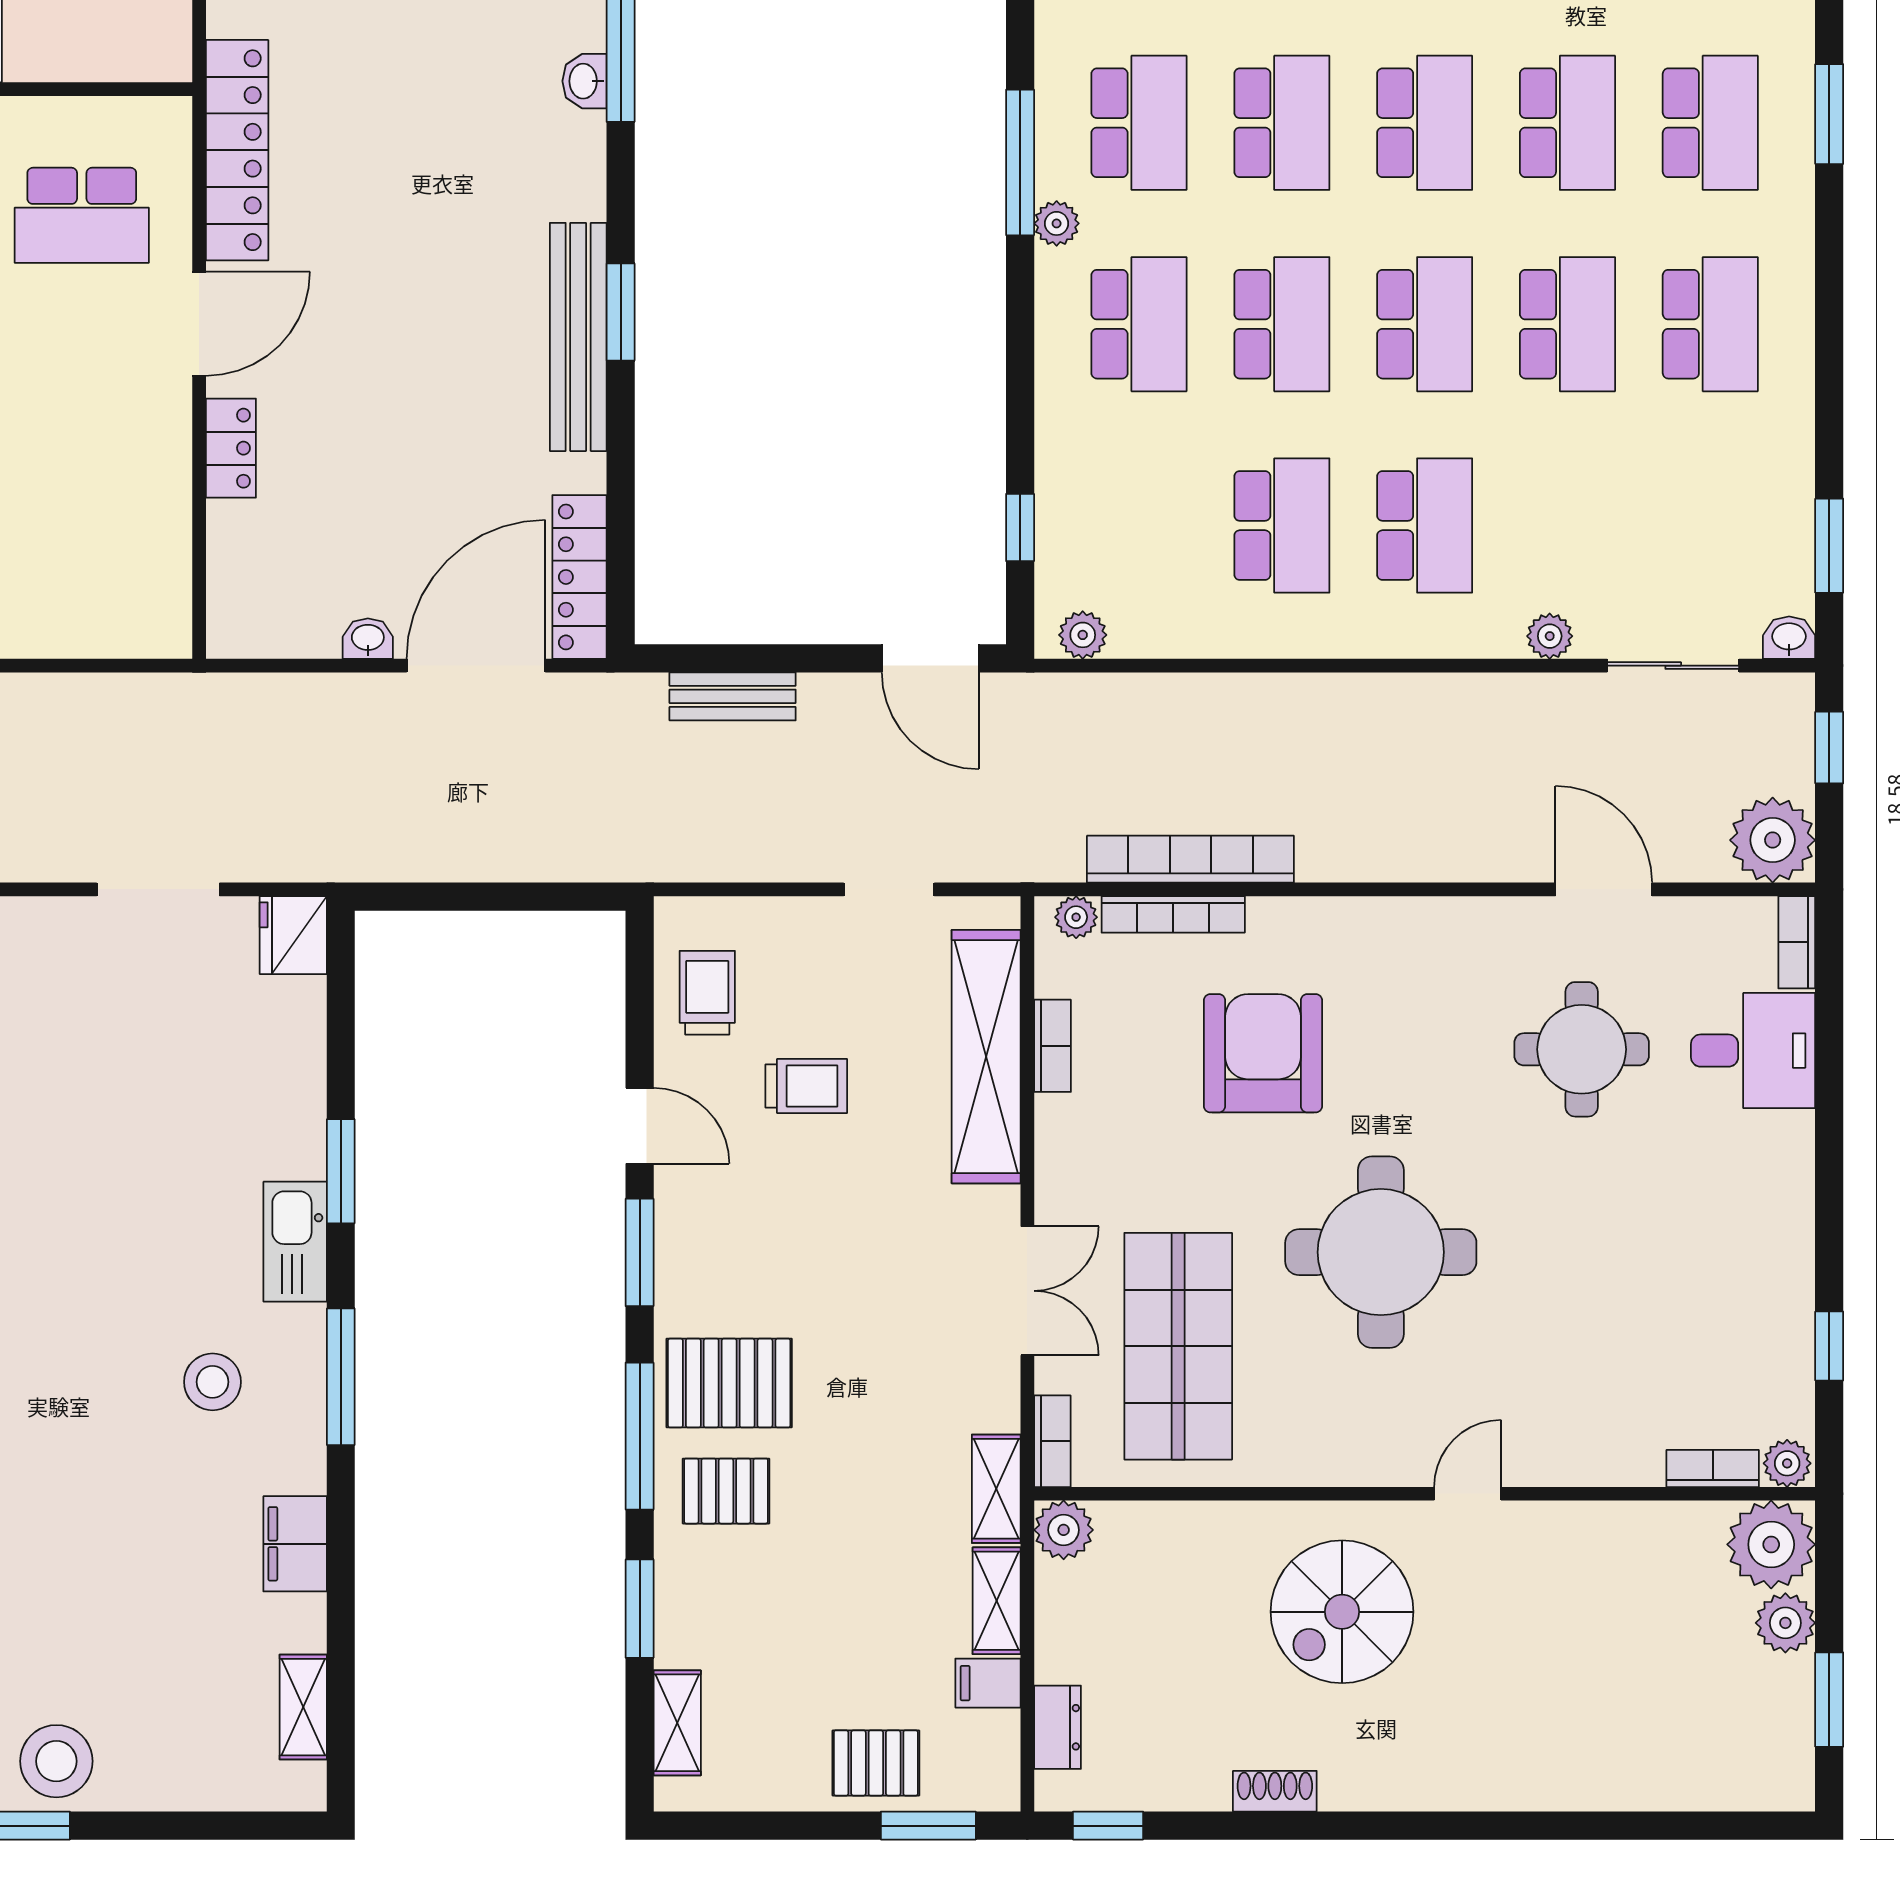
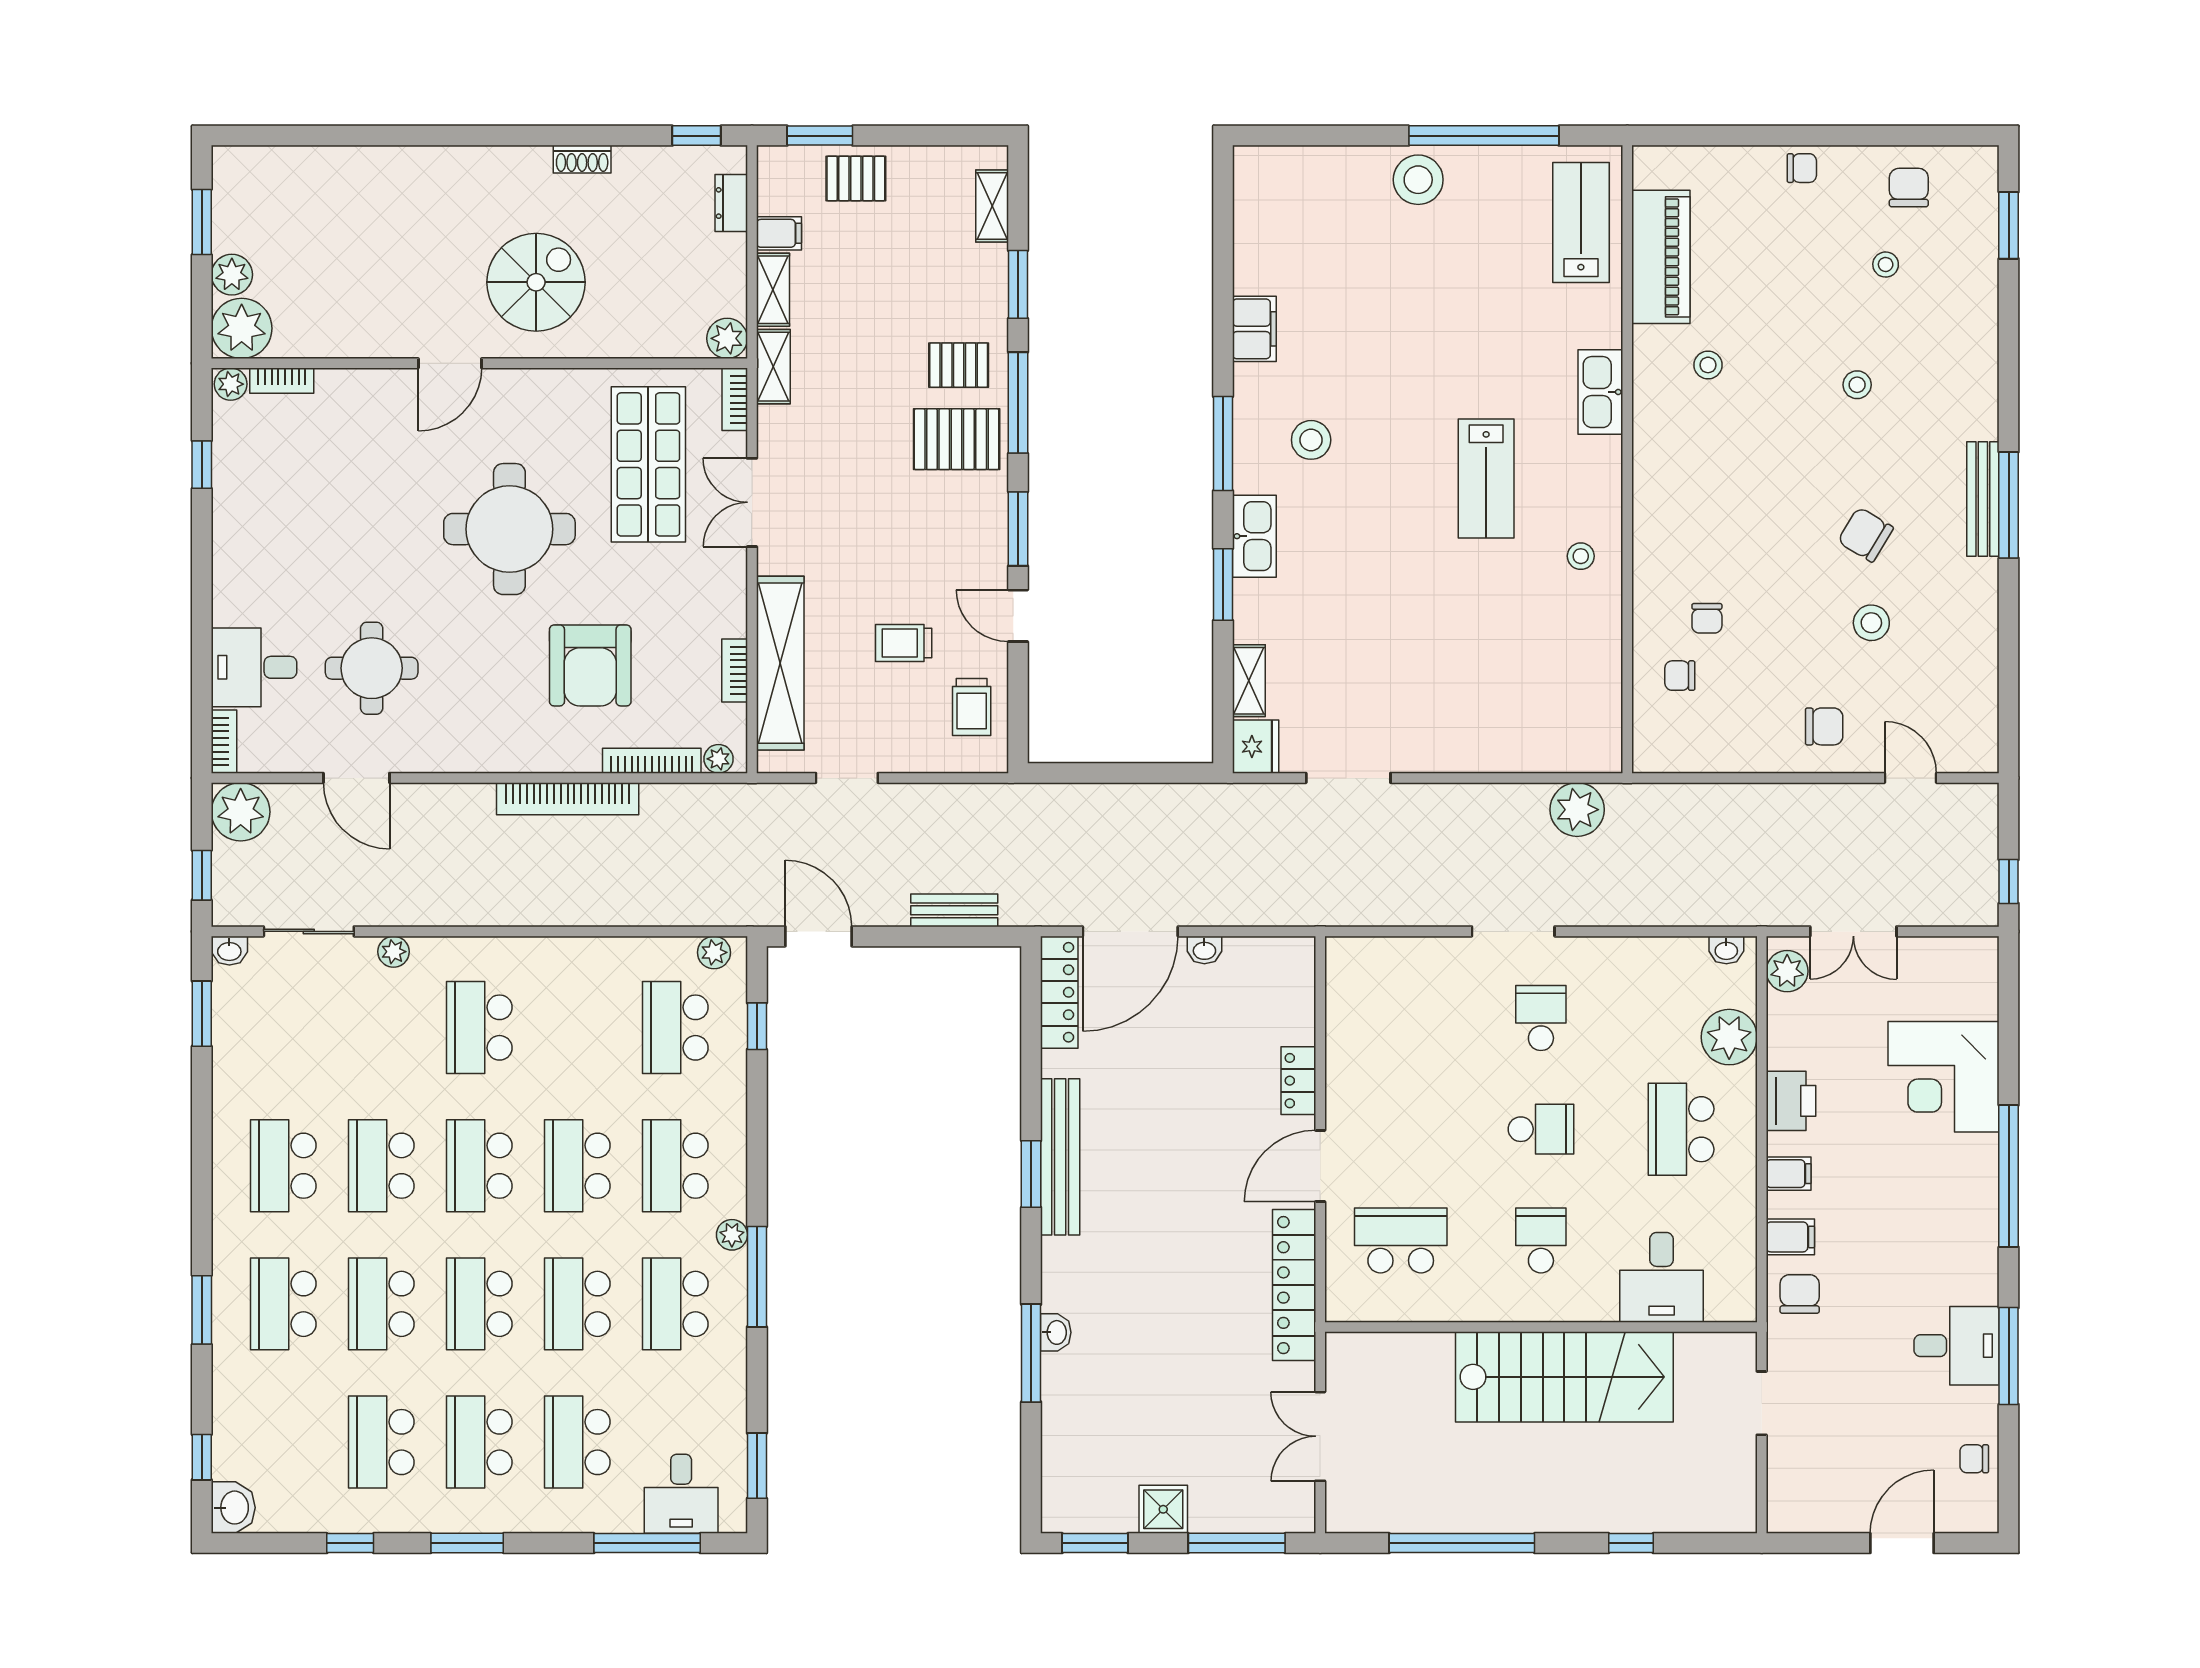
school desk: (1282, 526) -> (675, 1028), moved
bookcase: (1190, 859) -> (568, 799), moved
door: (1468, 1494) -> (450, 363), width x1.38
shelving: (303, 1707) -> (1249, 681), moved

